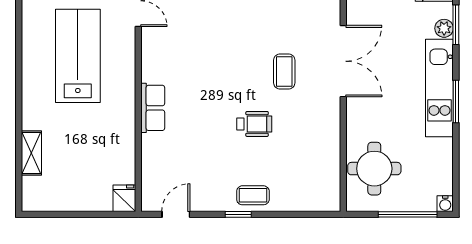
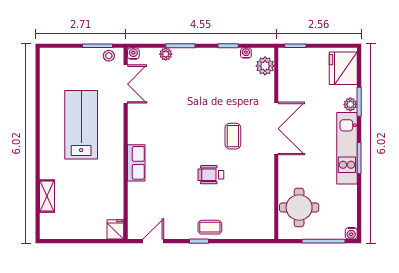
wheelchair: (254, 124) -> (211, 175), turned 180

